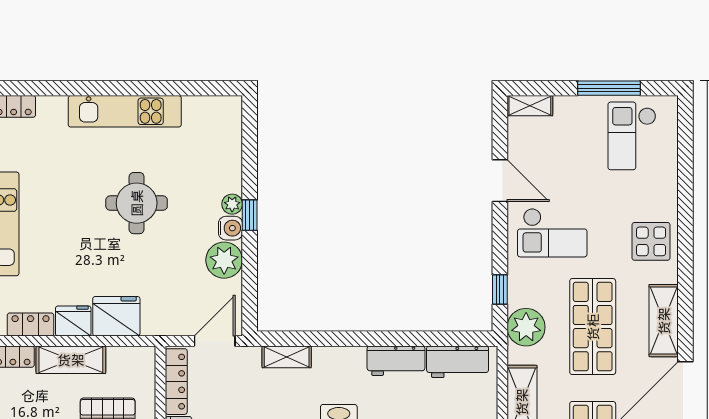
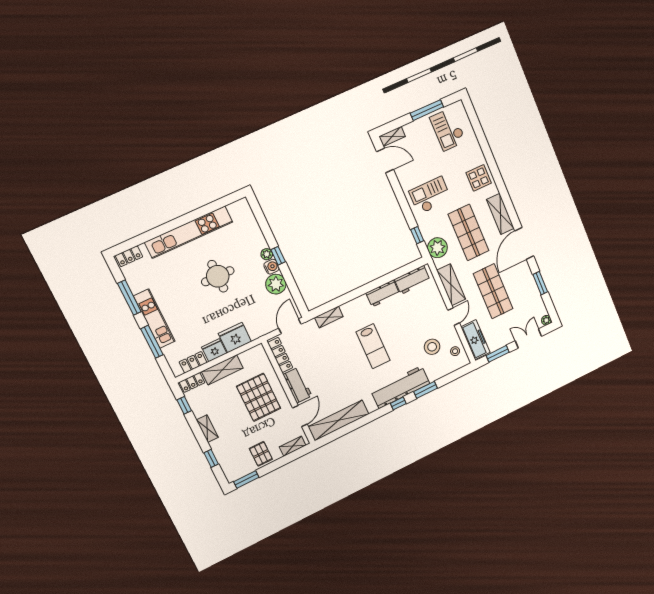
kitchen unit: (125, 111) -> (189, 232), width x1.36
door: (500, 181) -> (385, 161), moved
checkout: (552, 233) -> (430, 195), turned 180

